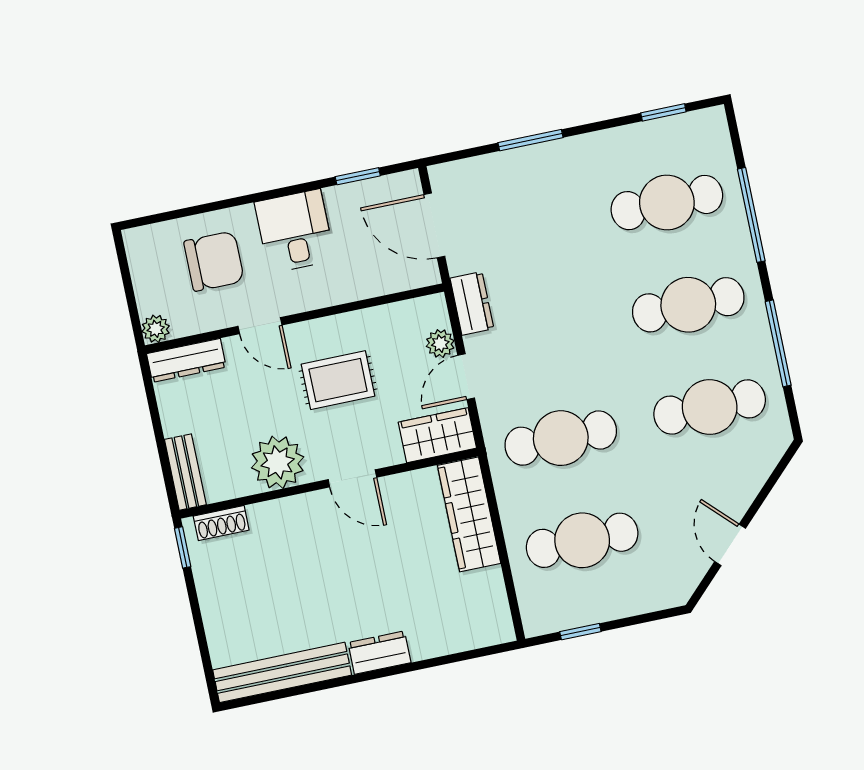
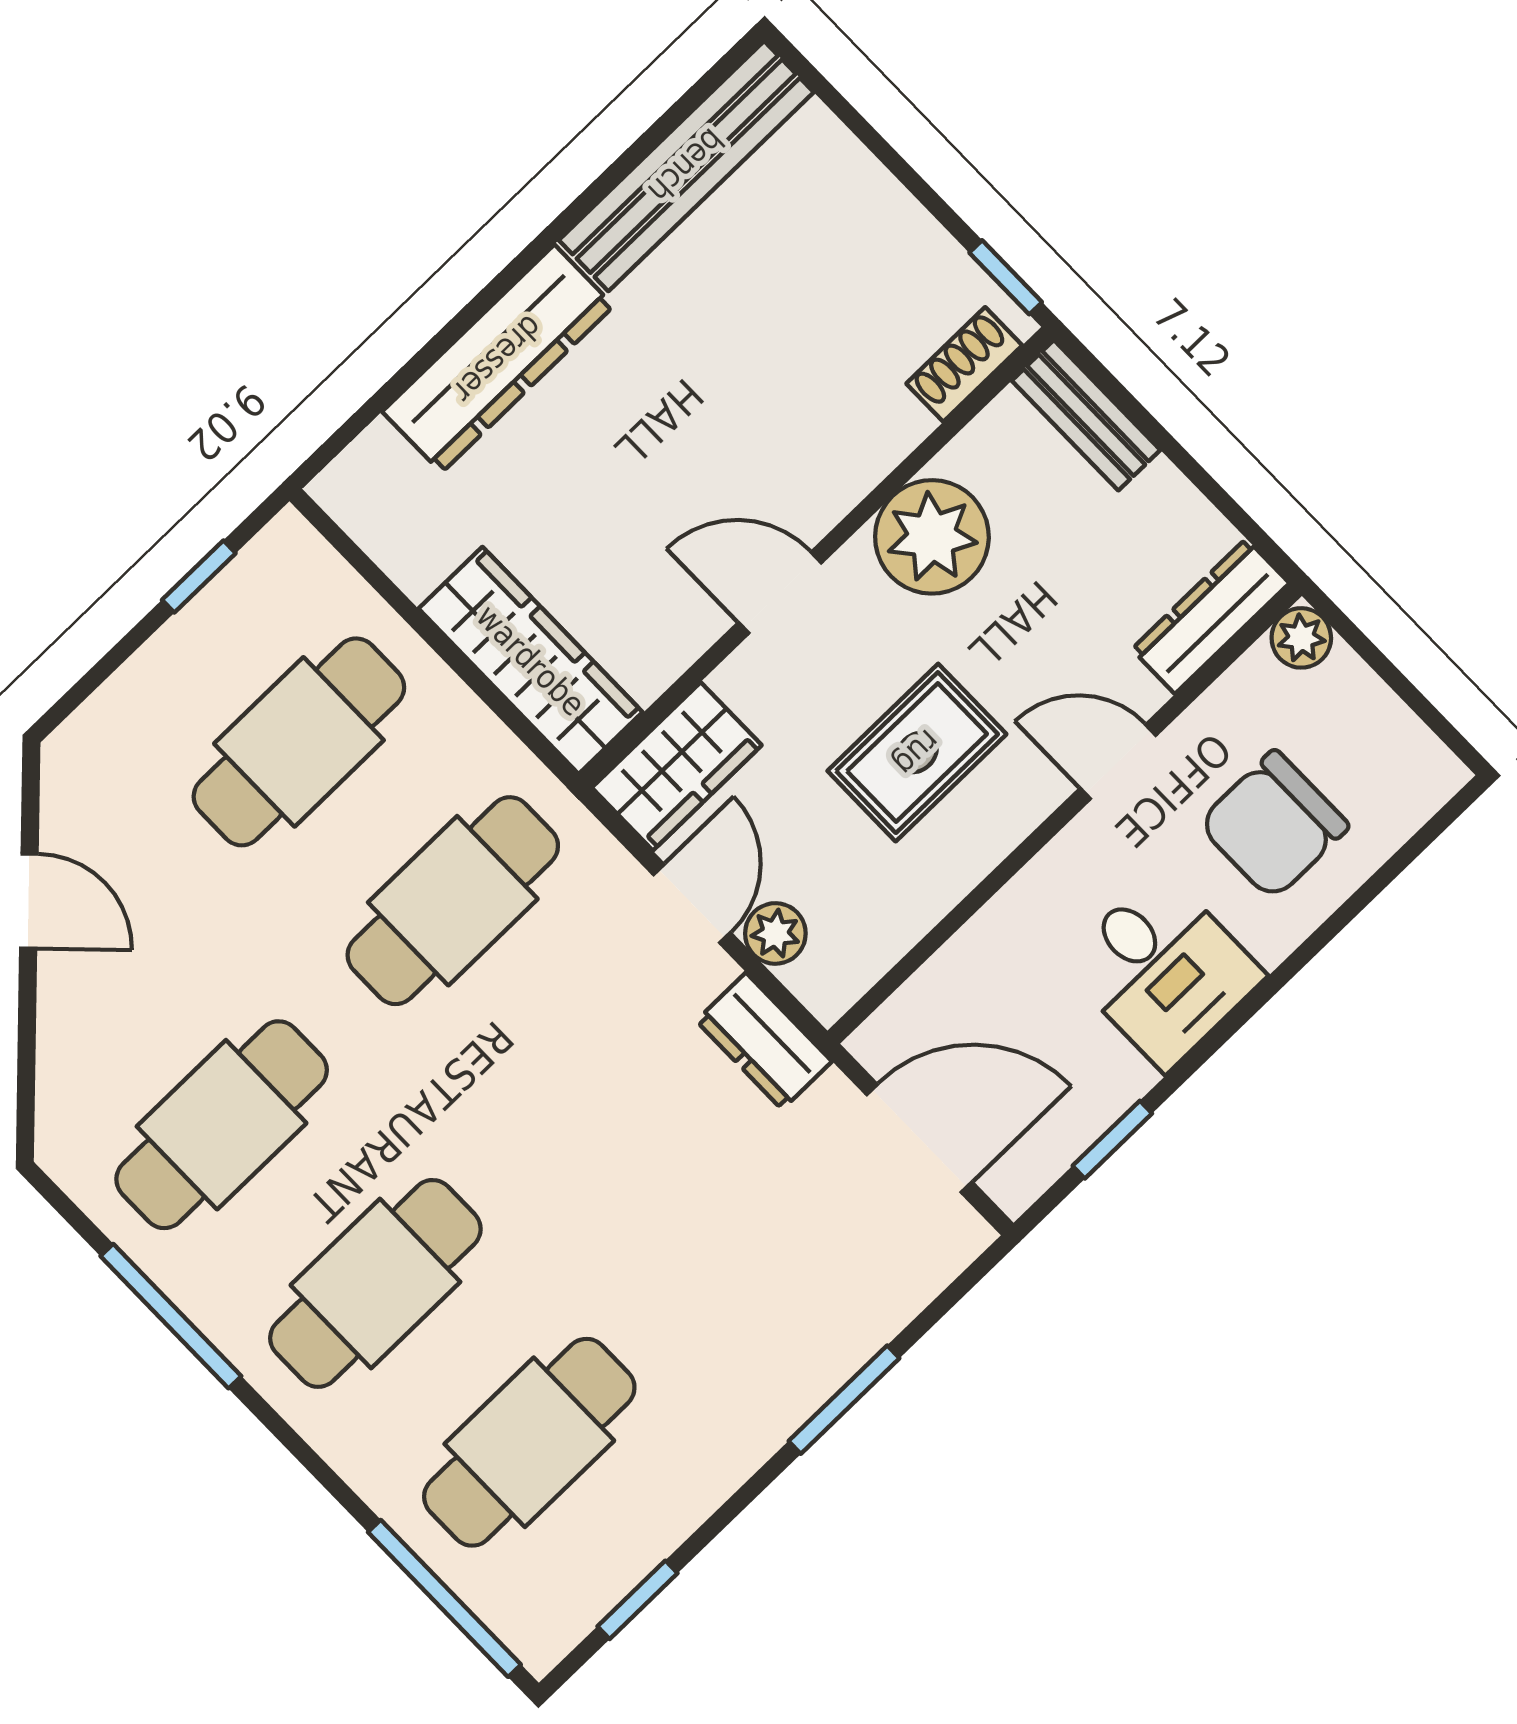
window: (751, 215) -> (444, 1598), moved
dresser: (379, 653) -> (498, 359), width x1.96, depth x1.24

